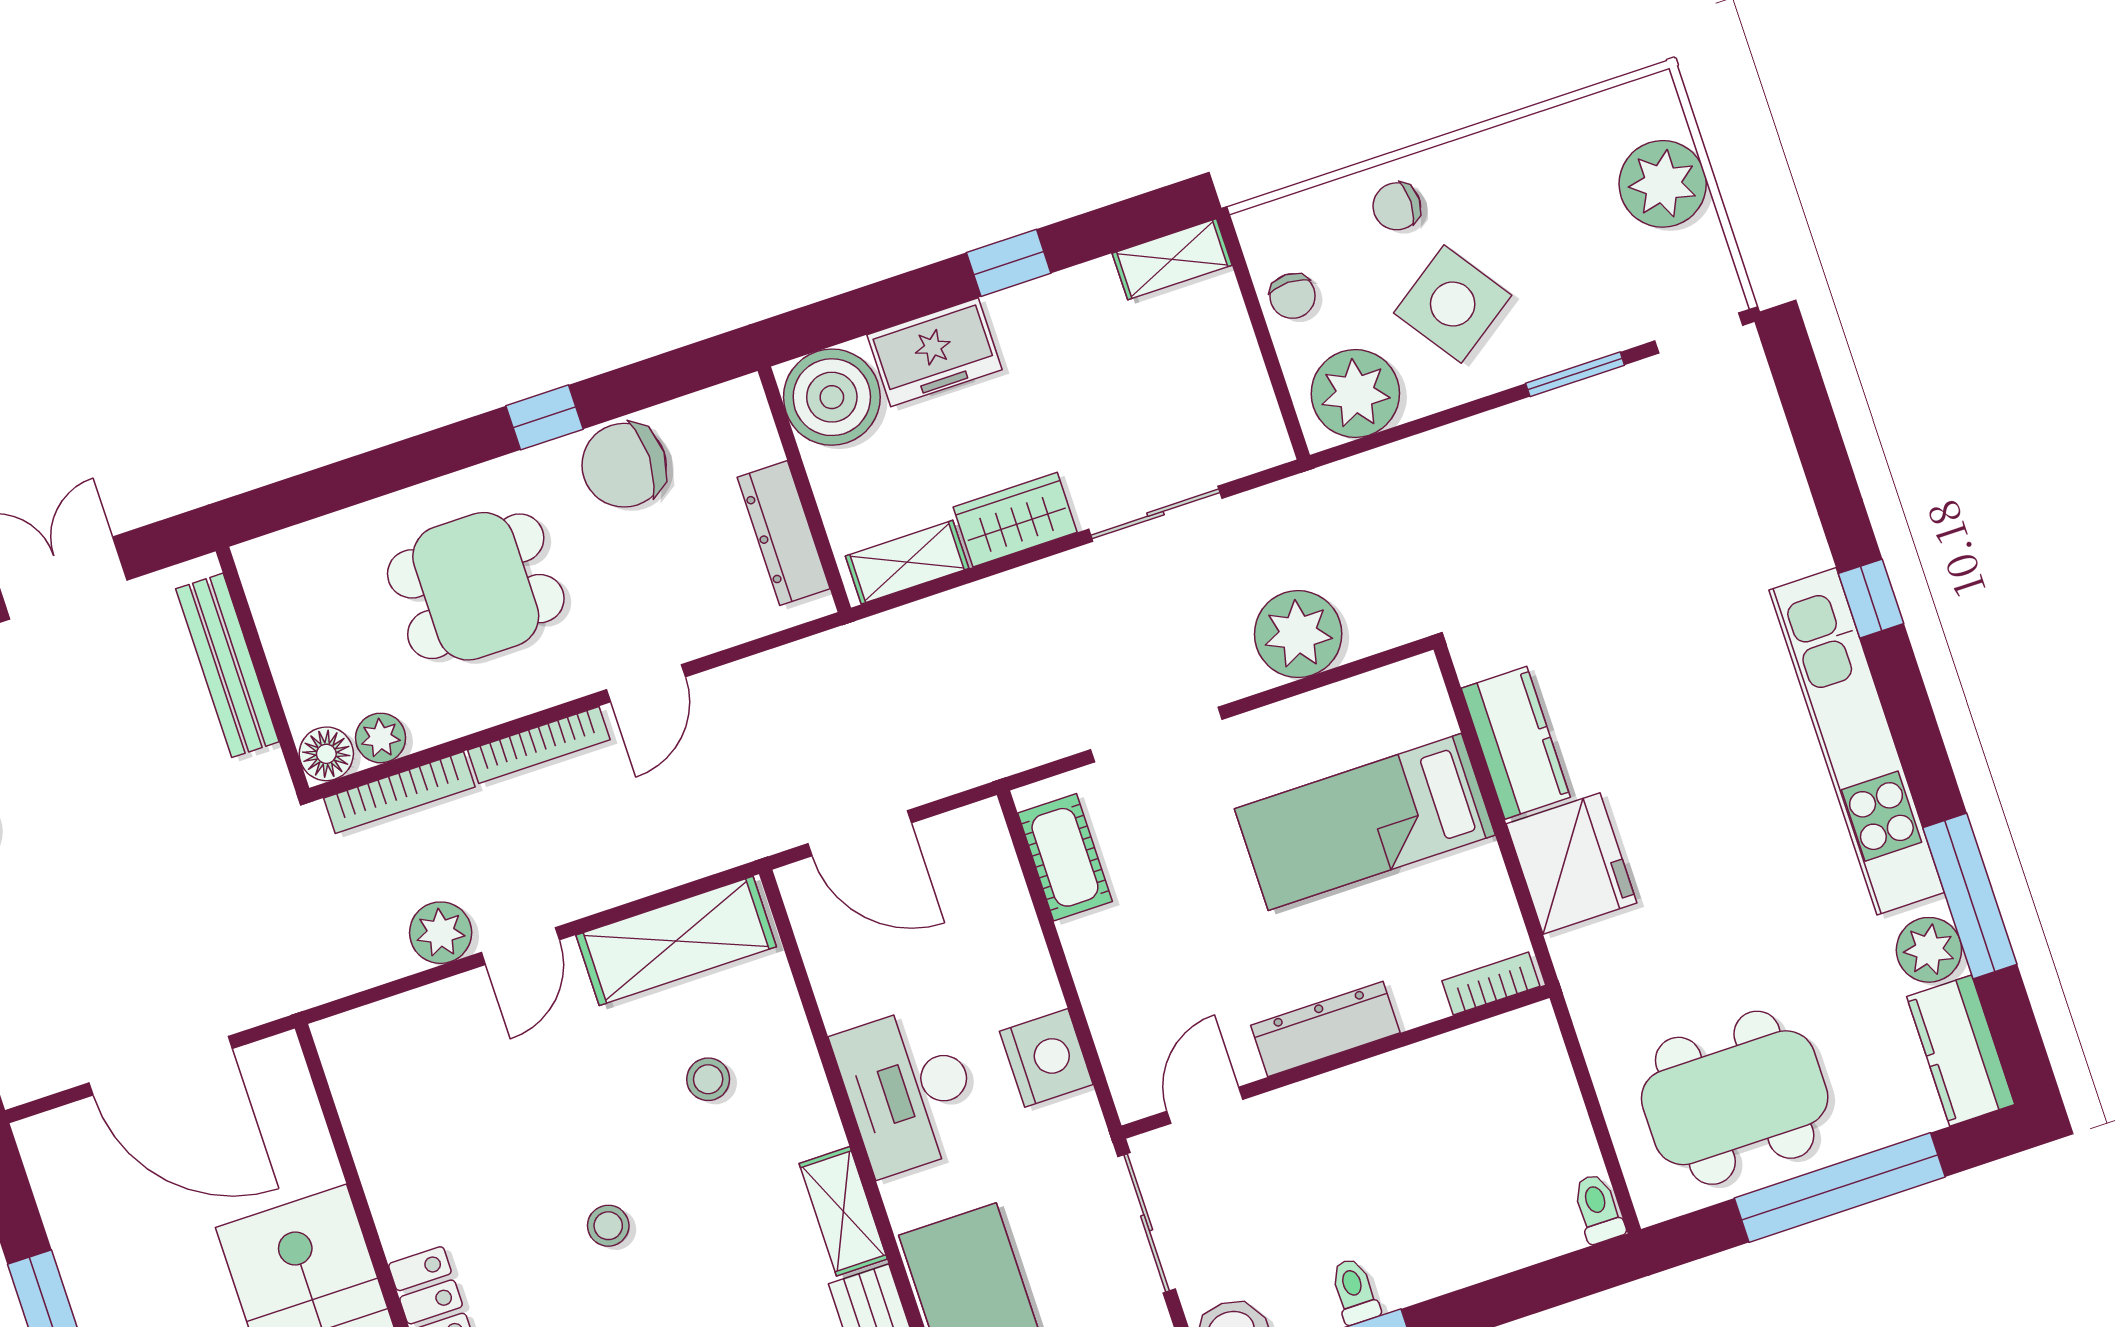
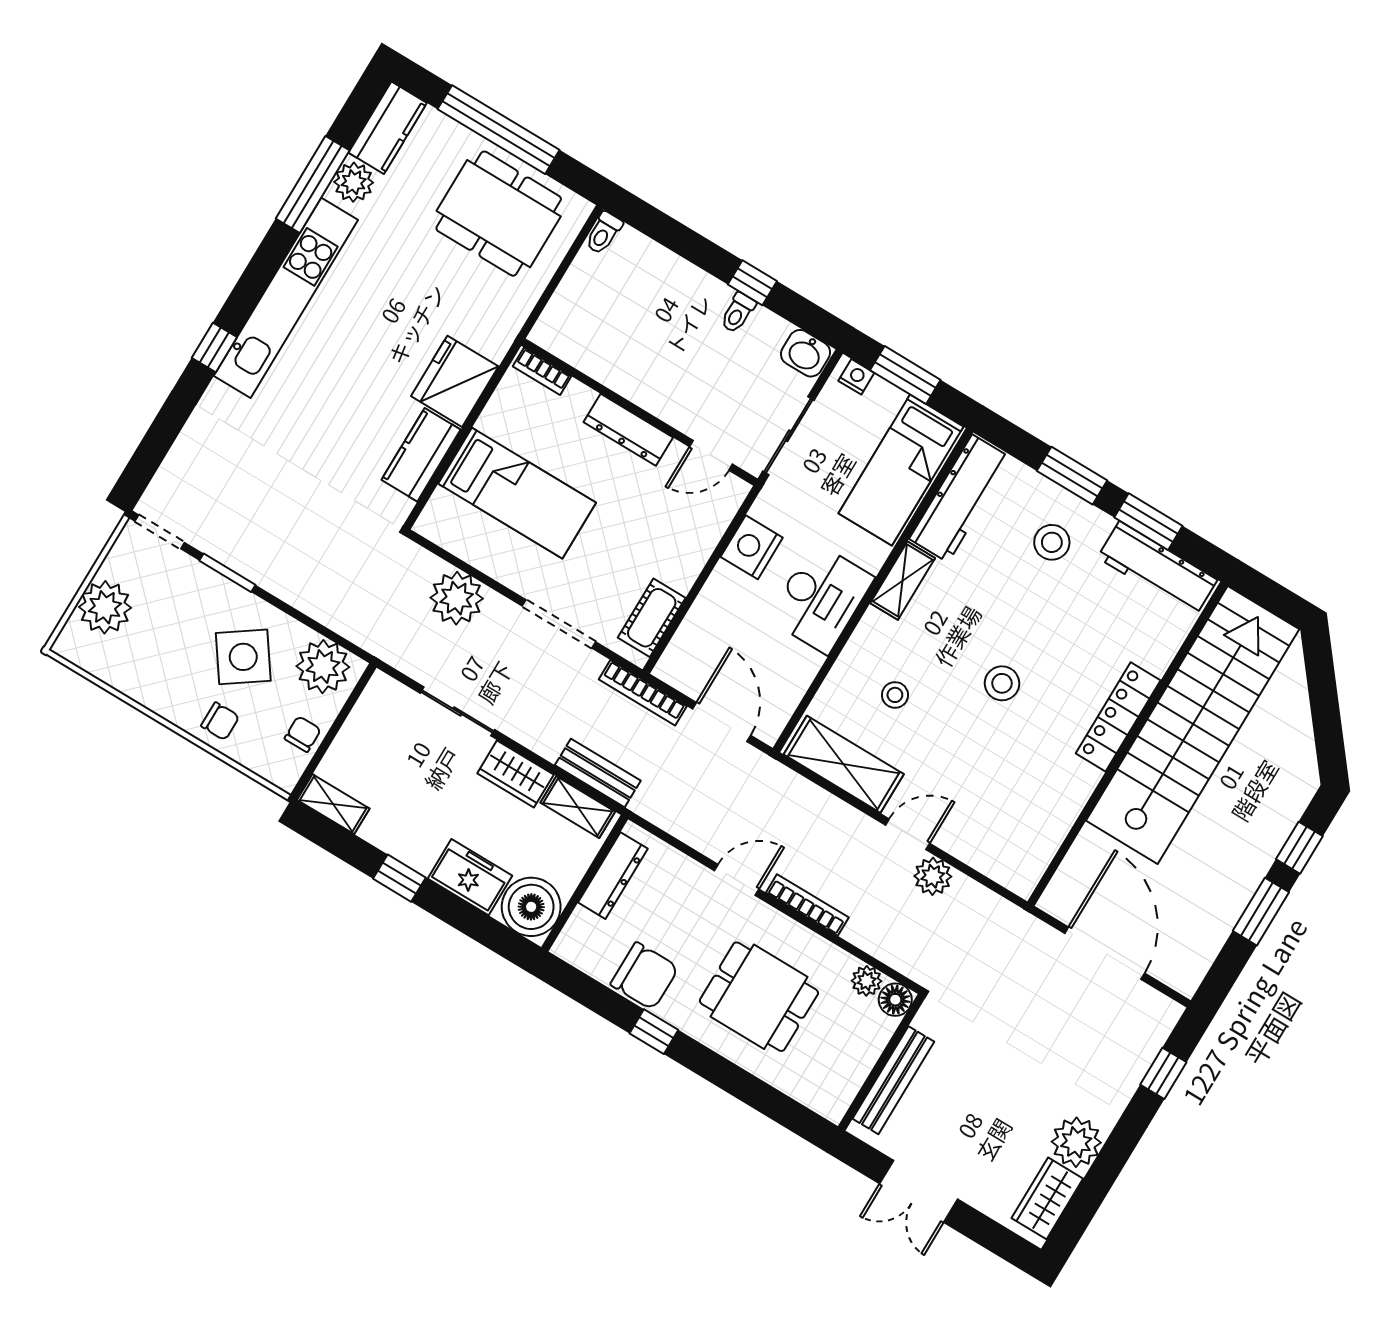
bench: (928, 624) -> (598, 773), added
bookcase: (399, 793) -> (643, 693), moved, turned 180
stool: (608, 1226) -> (1002, 683), width x1.37, depth x1.37

